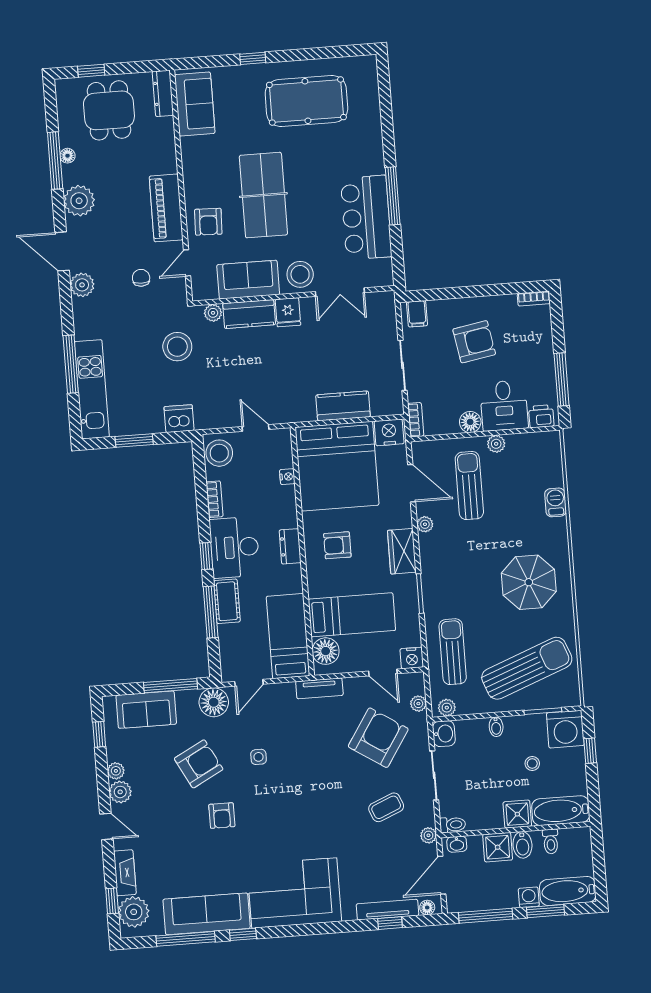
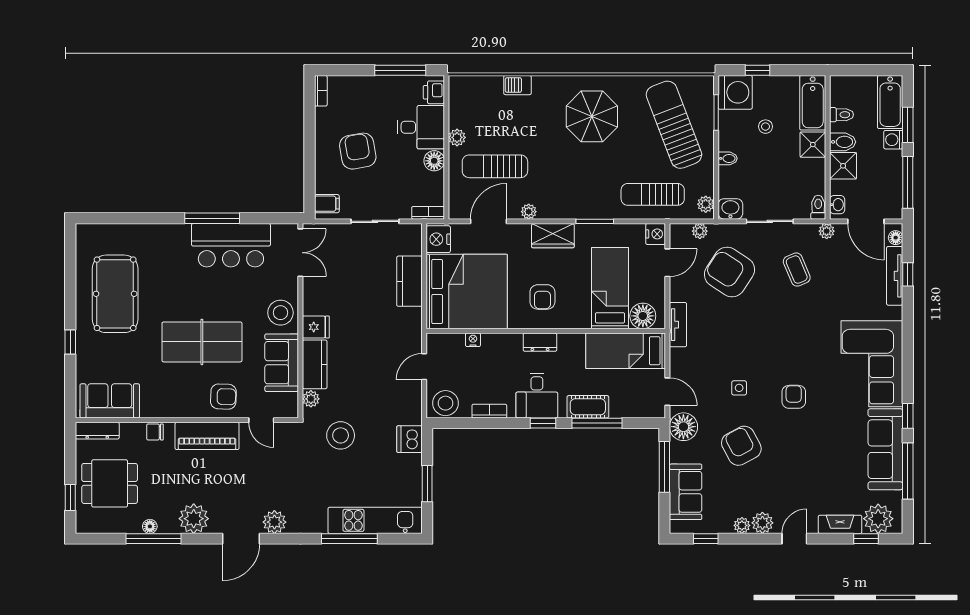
chair: (141, 278) -> (155, 432), moved
double door: (340, 292) -> (300, 253), moved
desk: (234, 547) -> (537, 396), width x0.73
armchair: (222, 816) -> (794, 397), moved, turned -90

